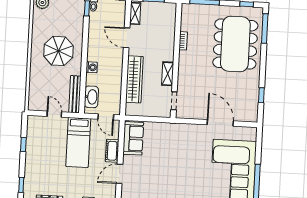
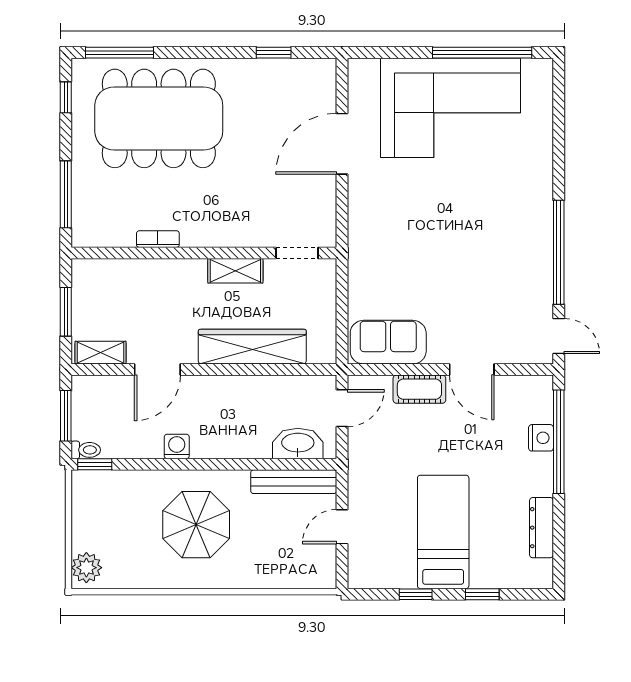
washing machine: (92, 67) -> (177, 446), moved
bed: (78, 142) -> (443, 532), moved, turned -90
window: (21, 185) -> (482, 594), moved

